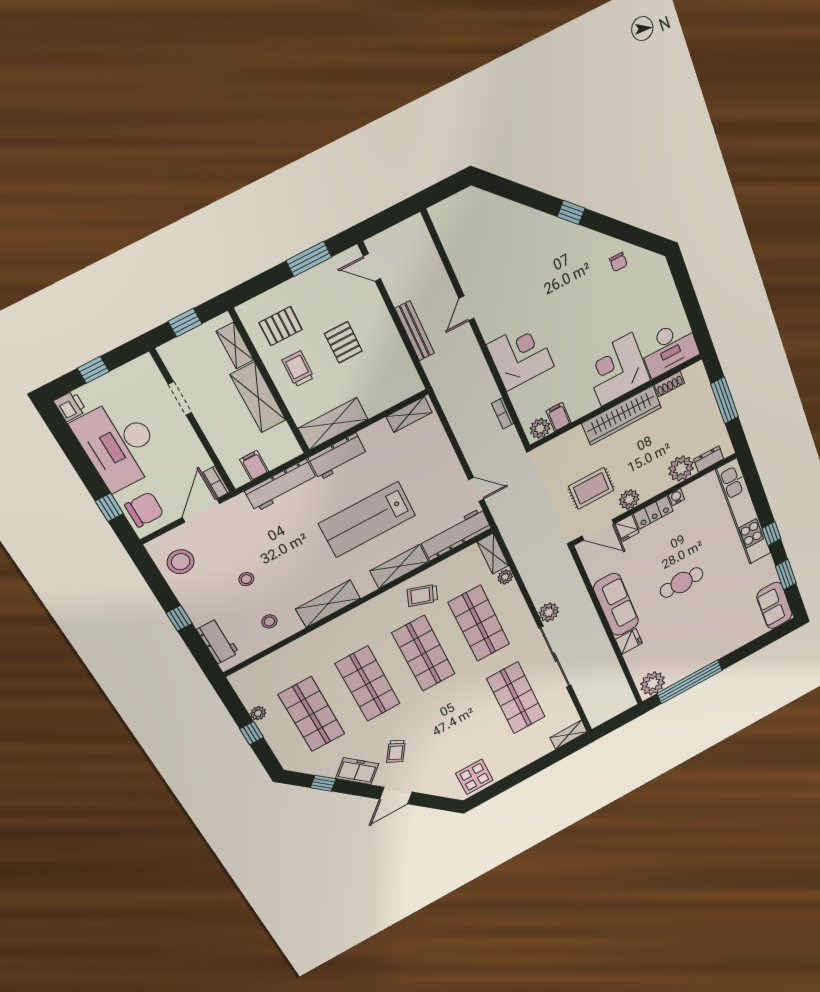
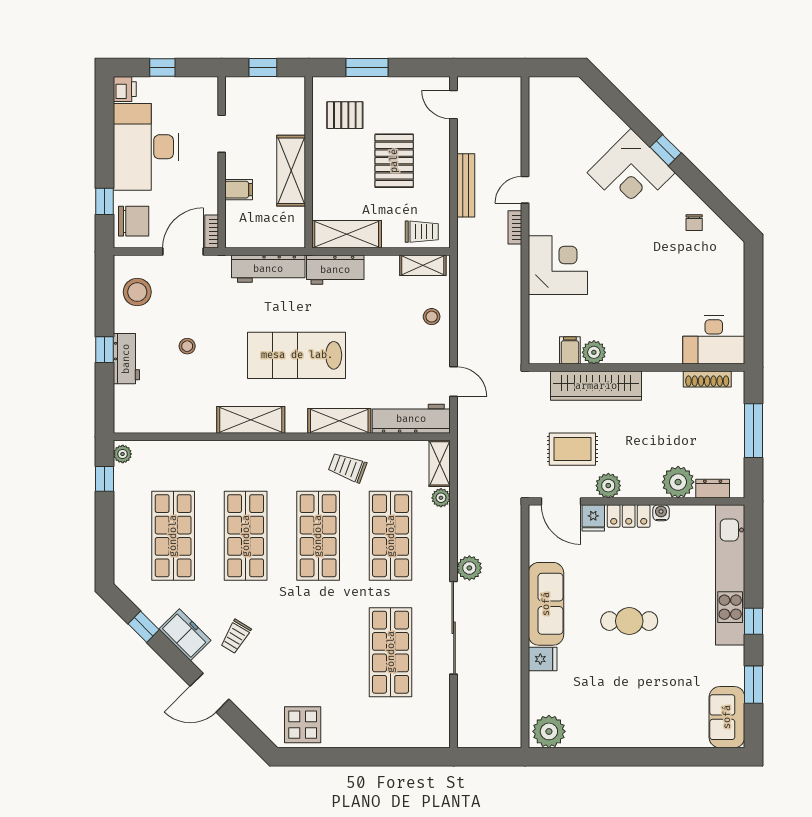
window: (309, 259) -> (367, 68), moved
pallet: (343, 342) -> (394, 161), width x1.50, depth x1.42
shelving: (235, 346) -> (295, 111), removed
trolley: (298, 369) -> (422, 232), moved, turned 89
corner desk: (617, 370) -> (631, 173), moved, turned -135
shoe rack: (669, 384) -> (707, 379), width x1.43
bookcase: (503, 413) -> (515, 227), moved
wardrobe: (622, 415) -> (596, 386), moved
plant: (540, 428) -> (594, 352), moved
filing cabinet: (254, 465) -> (239, 190), moved, turned 90
lab bench: (367, 520) -> (297, 355), moved
stool: (269, 621) -> (432, 317), moved
workbench: (218, 641) -> (126, 359), moved
window: (690, 682) -> (592, 757), removed
plant: (258, 713) -> (123, 454), moved
window: (252, 733) -> (105, 479), moved
shelving: (569, 735) -> (428, 738), removed

